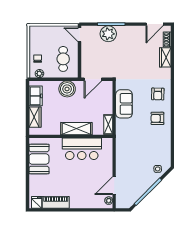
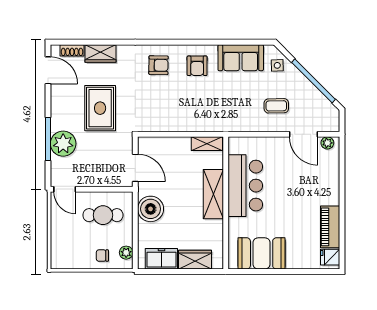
door: (80, 35) -> (65, 189), hinge flipped
rug: (131, 57) -> (100, 108), added
sofa: (124, 104) -> (241, 58), moved, turned 180
coffee table: (132, 168) -> (276, 106), added

